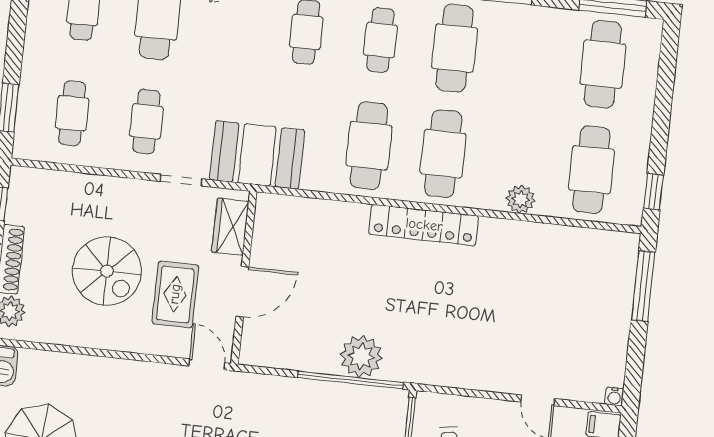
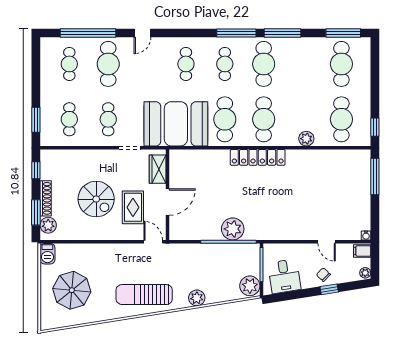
booth: (257, 155) -> (176, 124), width x1.36, depth x1.42

